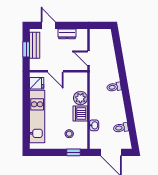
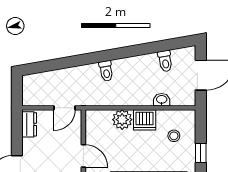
dresser: (67, 34) -> (29, 124), moved
door: (55, 71) -> (83, 156), hinge flipped
window: (73, 152) -> (201, 153), moved

